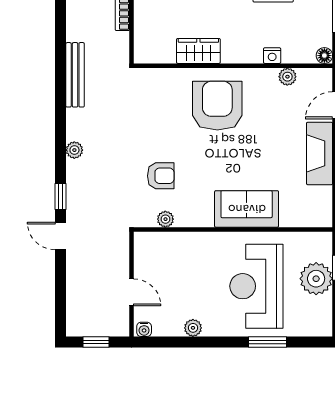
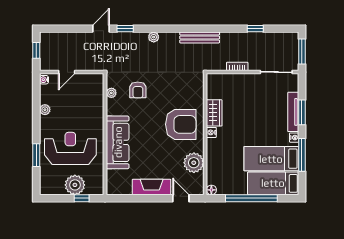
nightstand: (272, 56) -> (211, 132), moved
plant: (287, 77) -> (194, 163), width x1.88, depth x1.88
sofa: (247, 209) -> (118, 142), width x1.36

